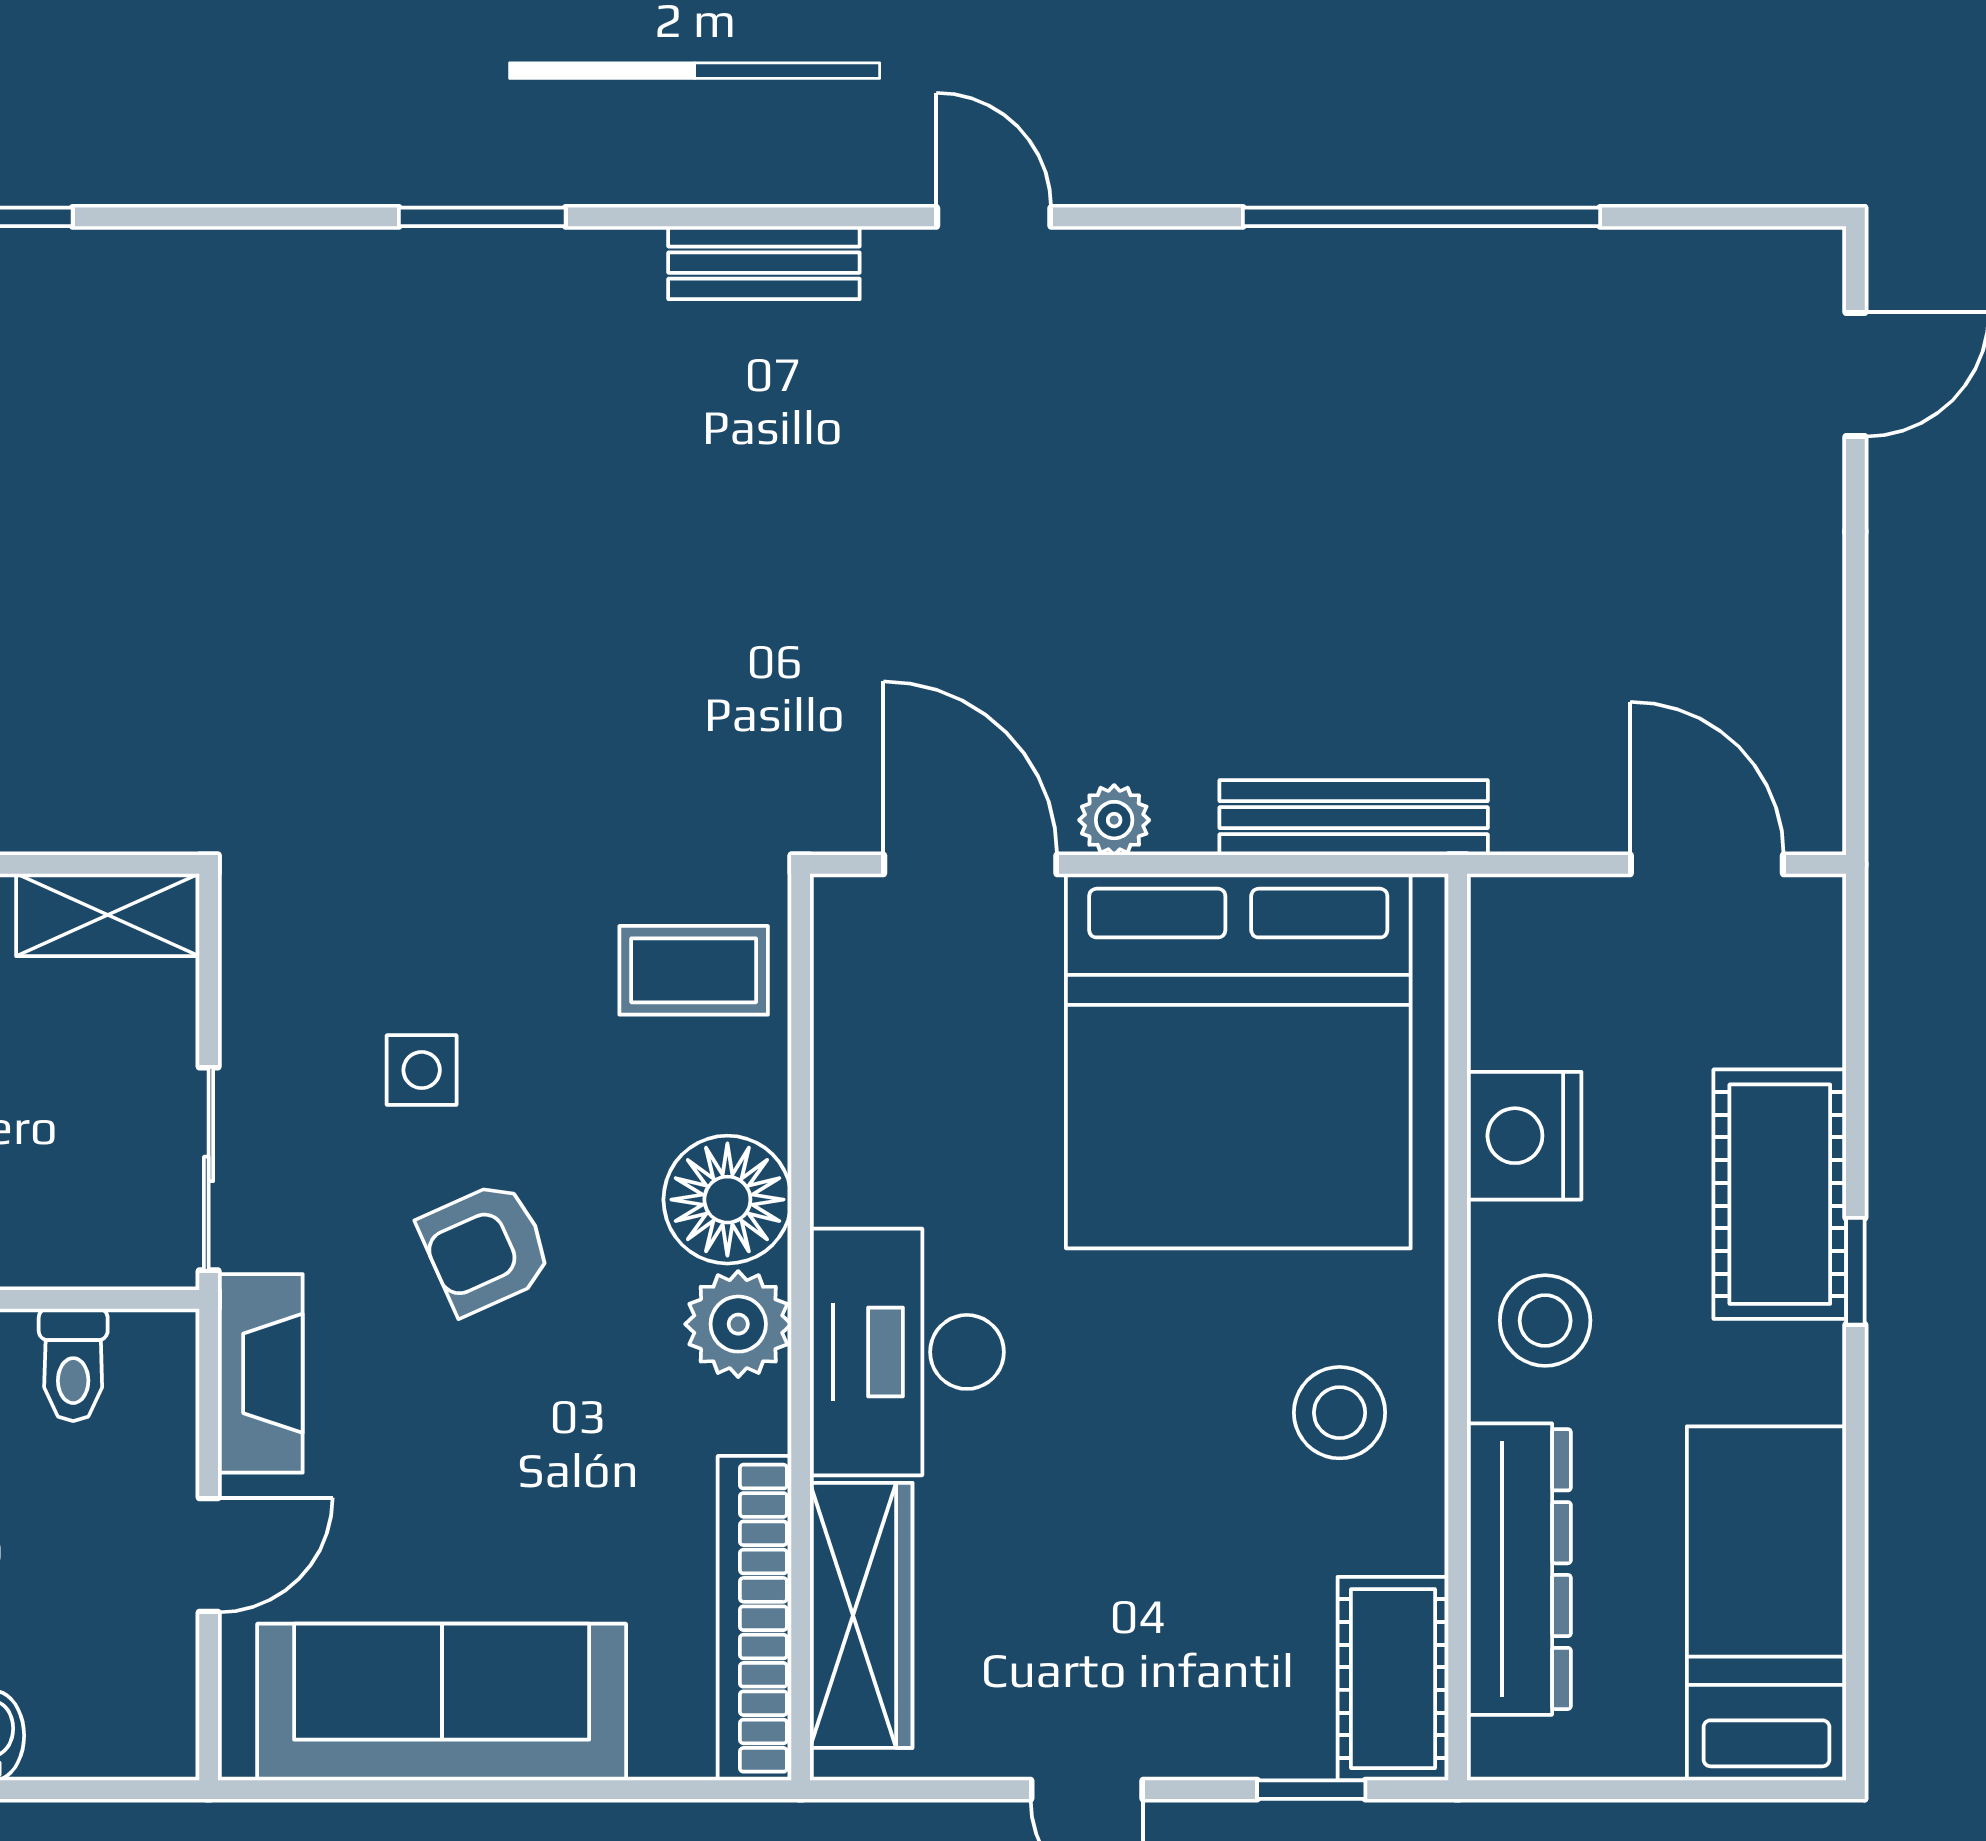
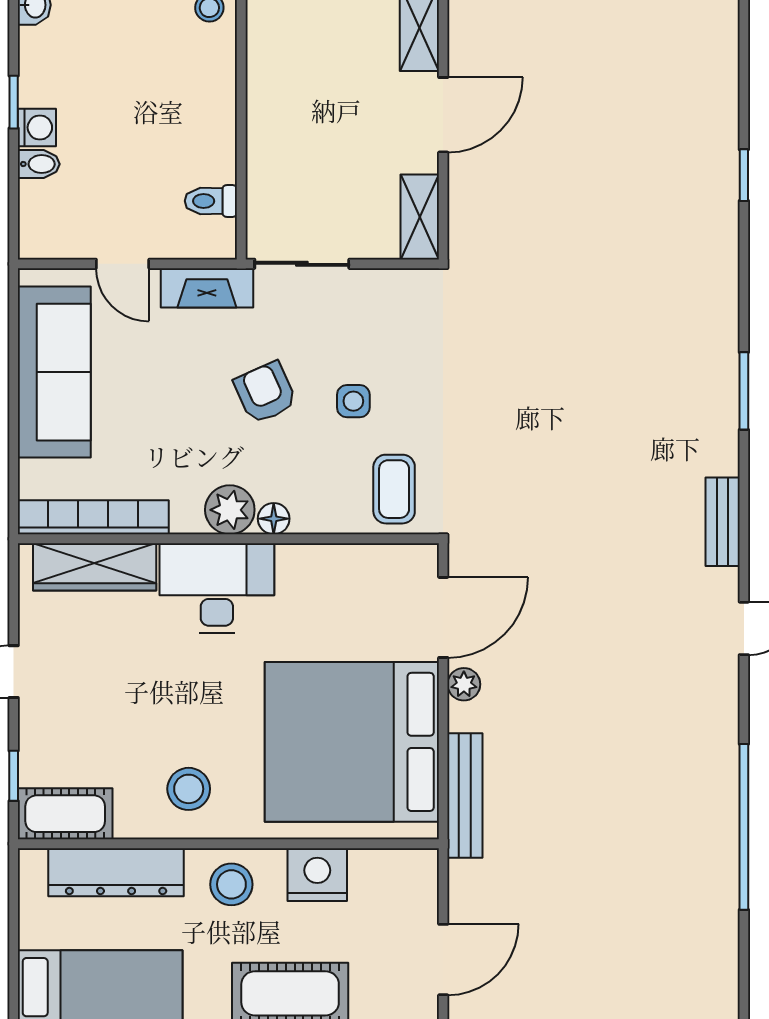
side table: (422, 1070) -> (353, 401), moved
floor lamp: (727, 1200) -> (274, 519), width x0.53, depth x0.53

